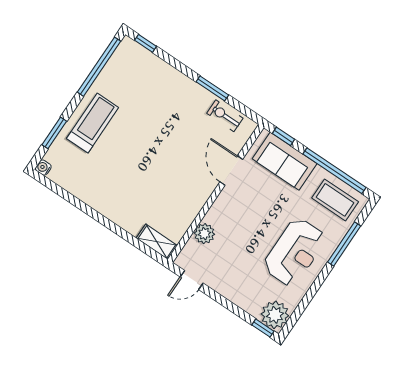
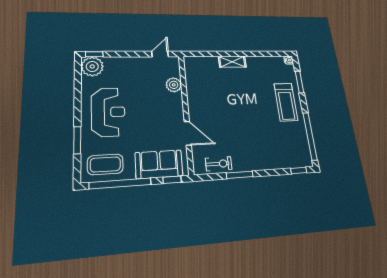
shelving: (157, 242) -> (232, 62), moved
window: (344, 244) -> (77, 140), width x0.69
reception desk: (294, 252) -> (108, 112), turned 180

